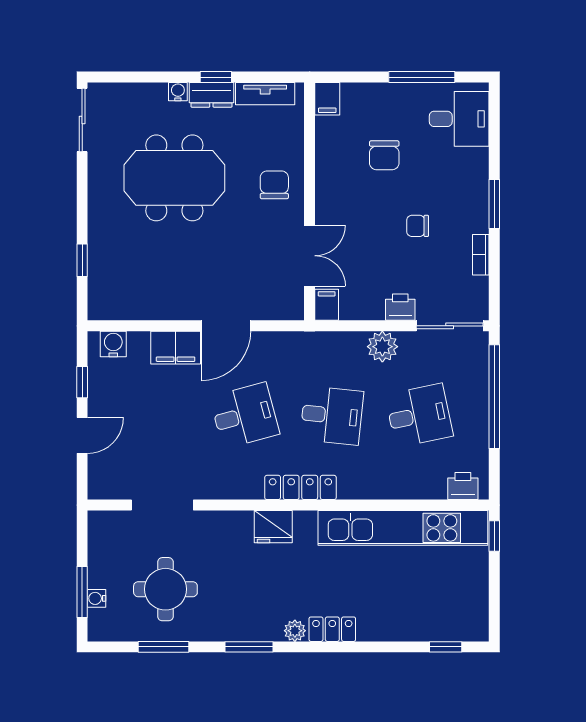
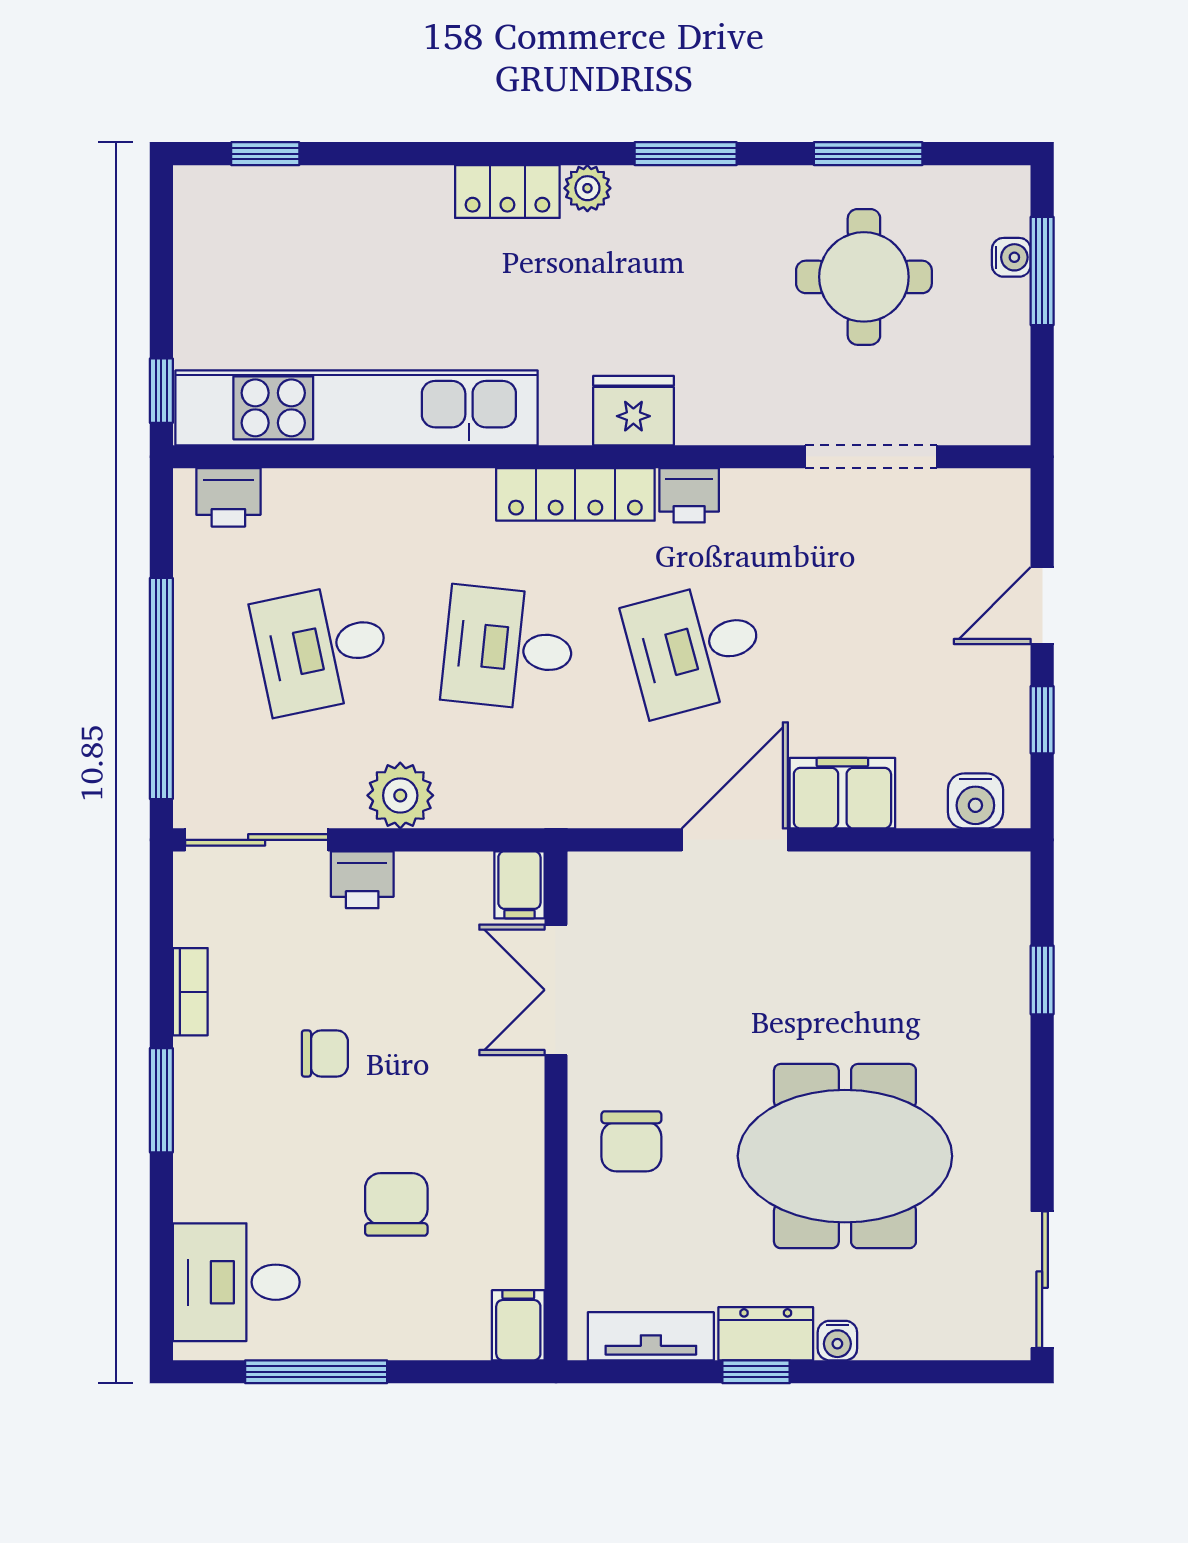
printer: (247, 487) -> (689, 495), added

